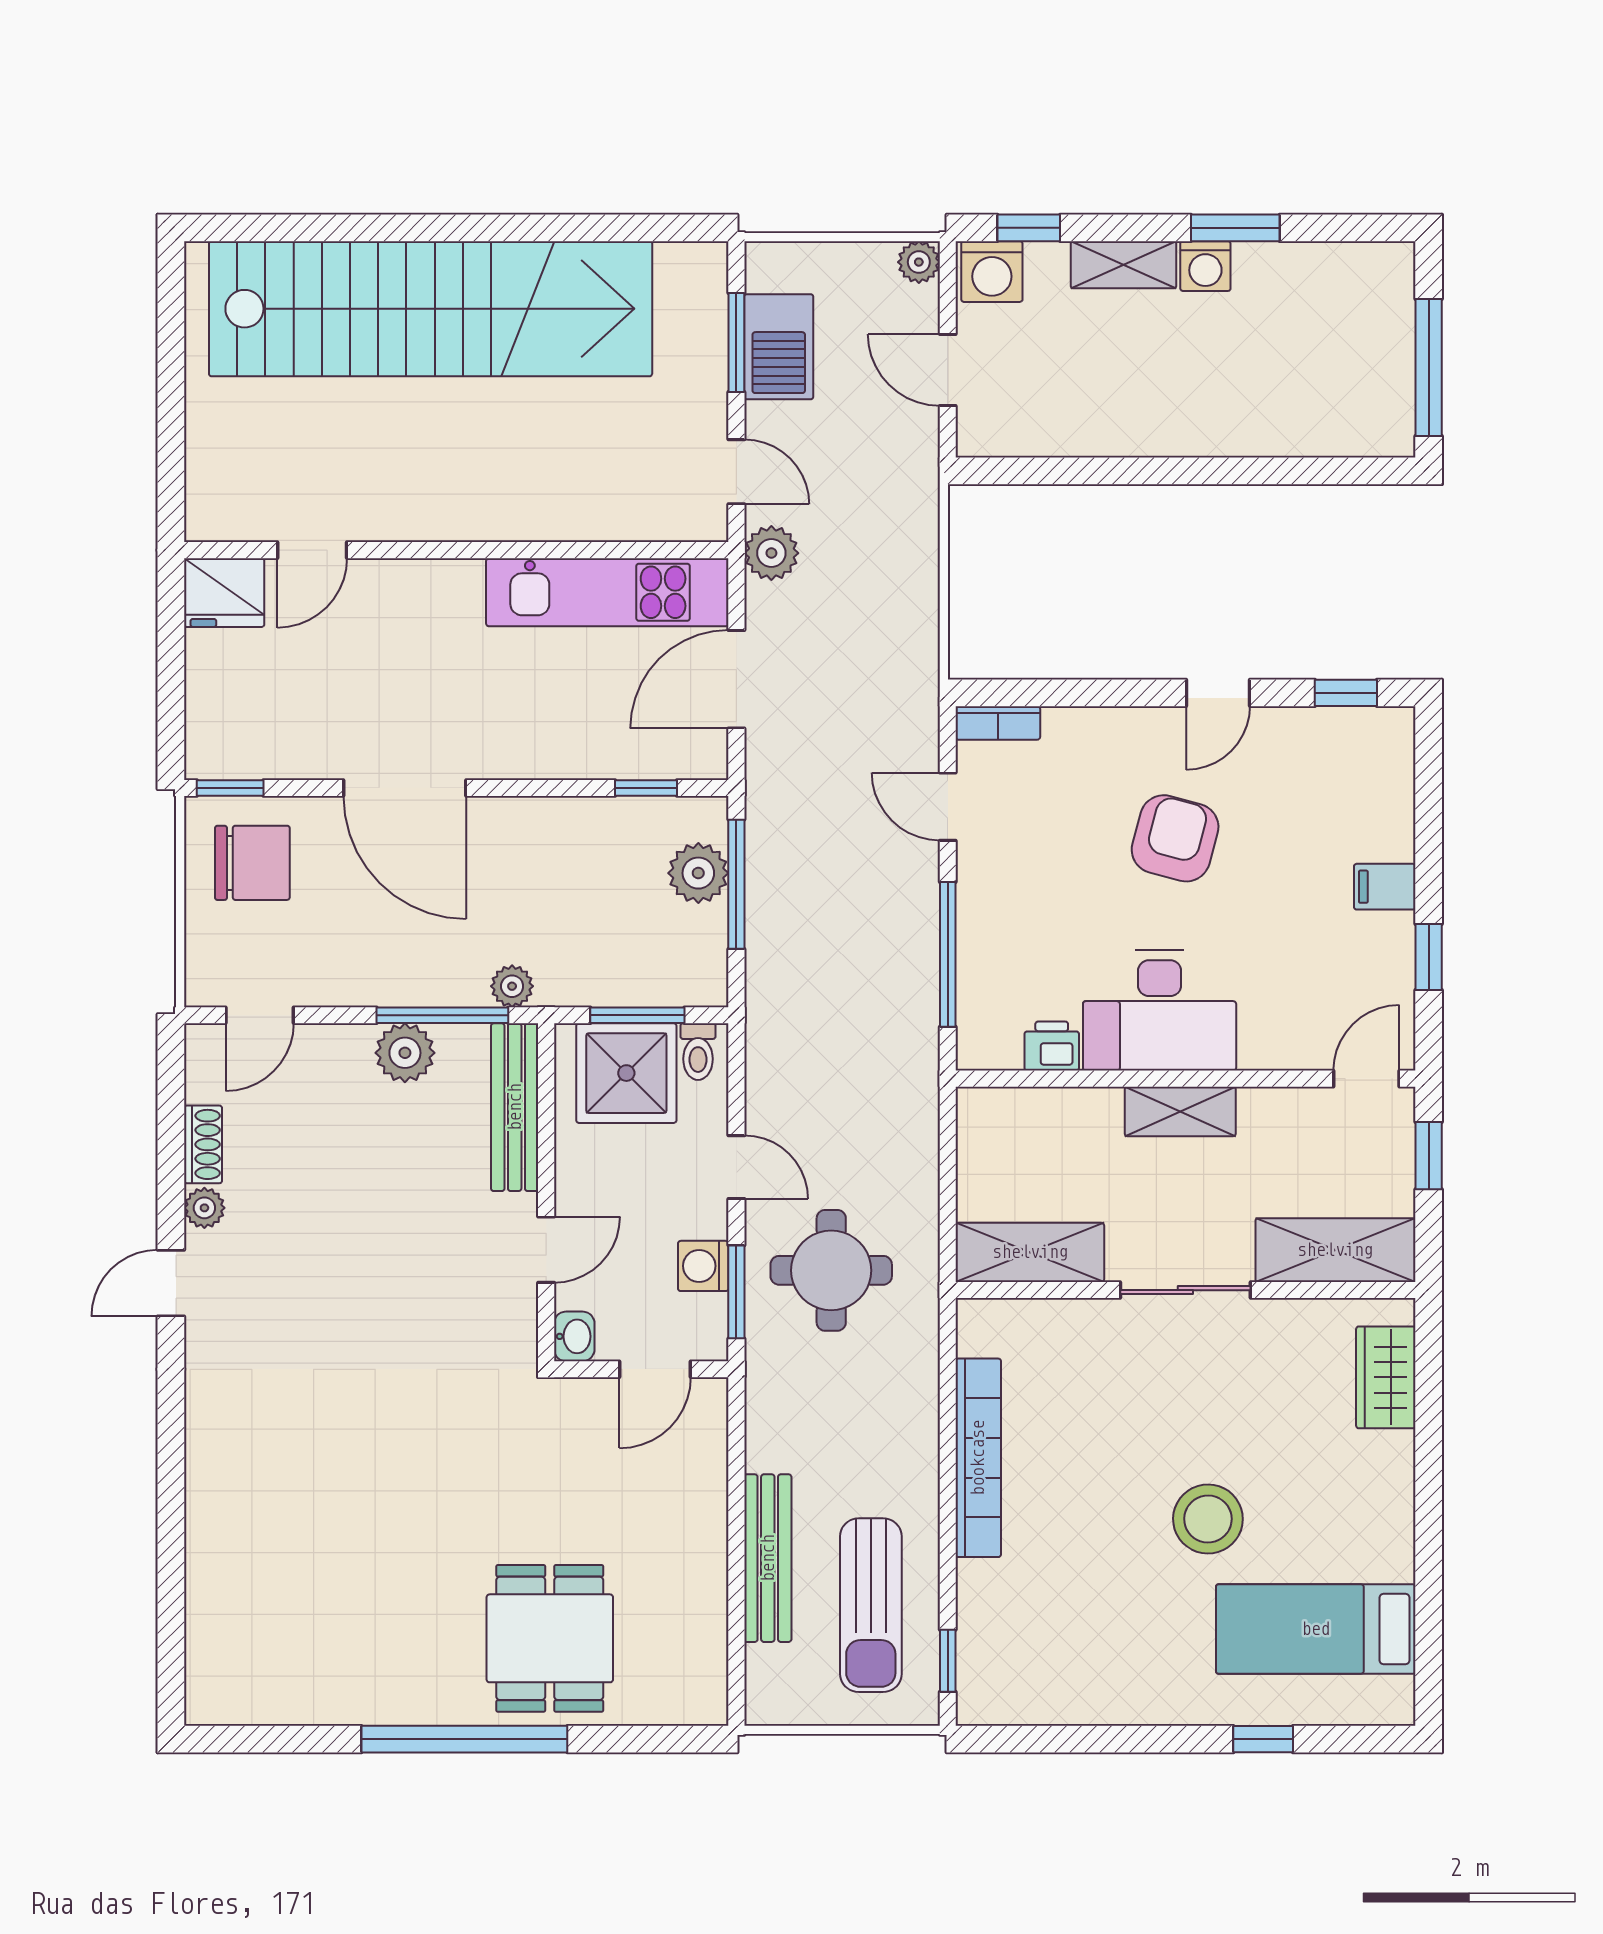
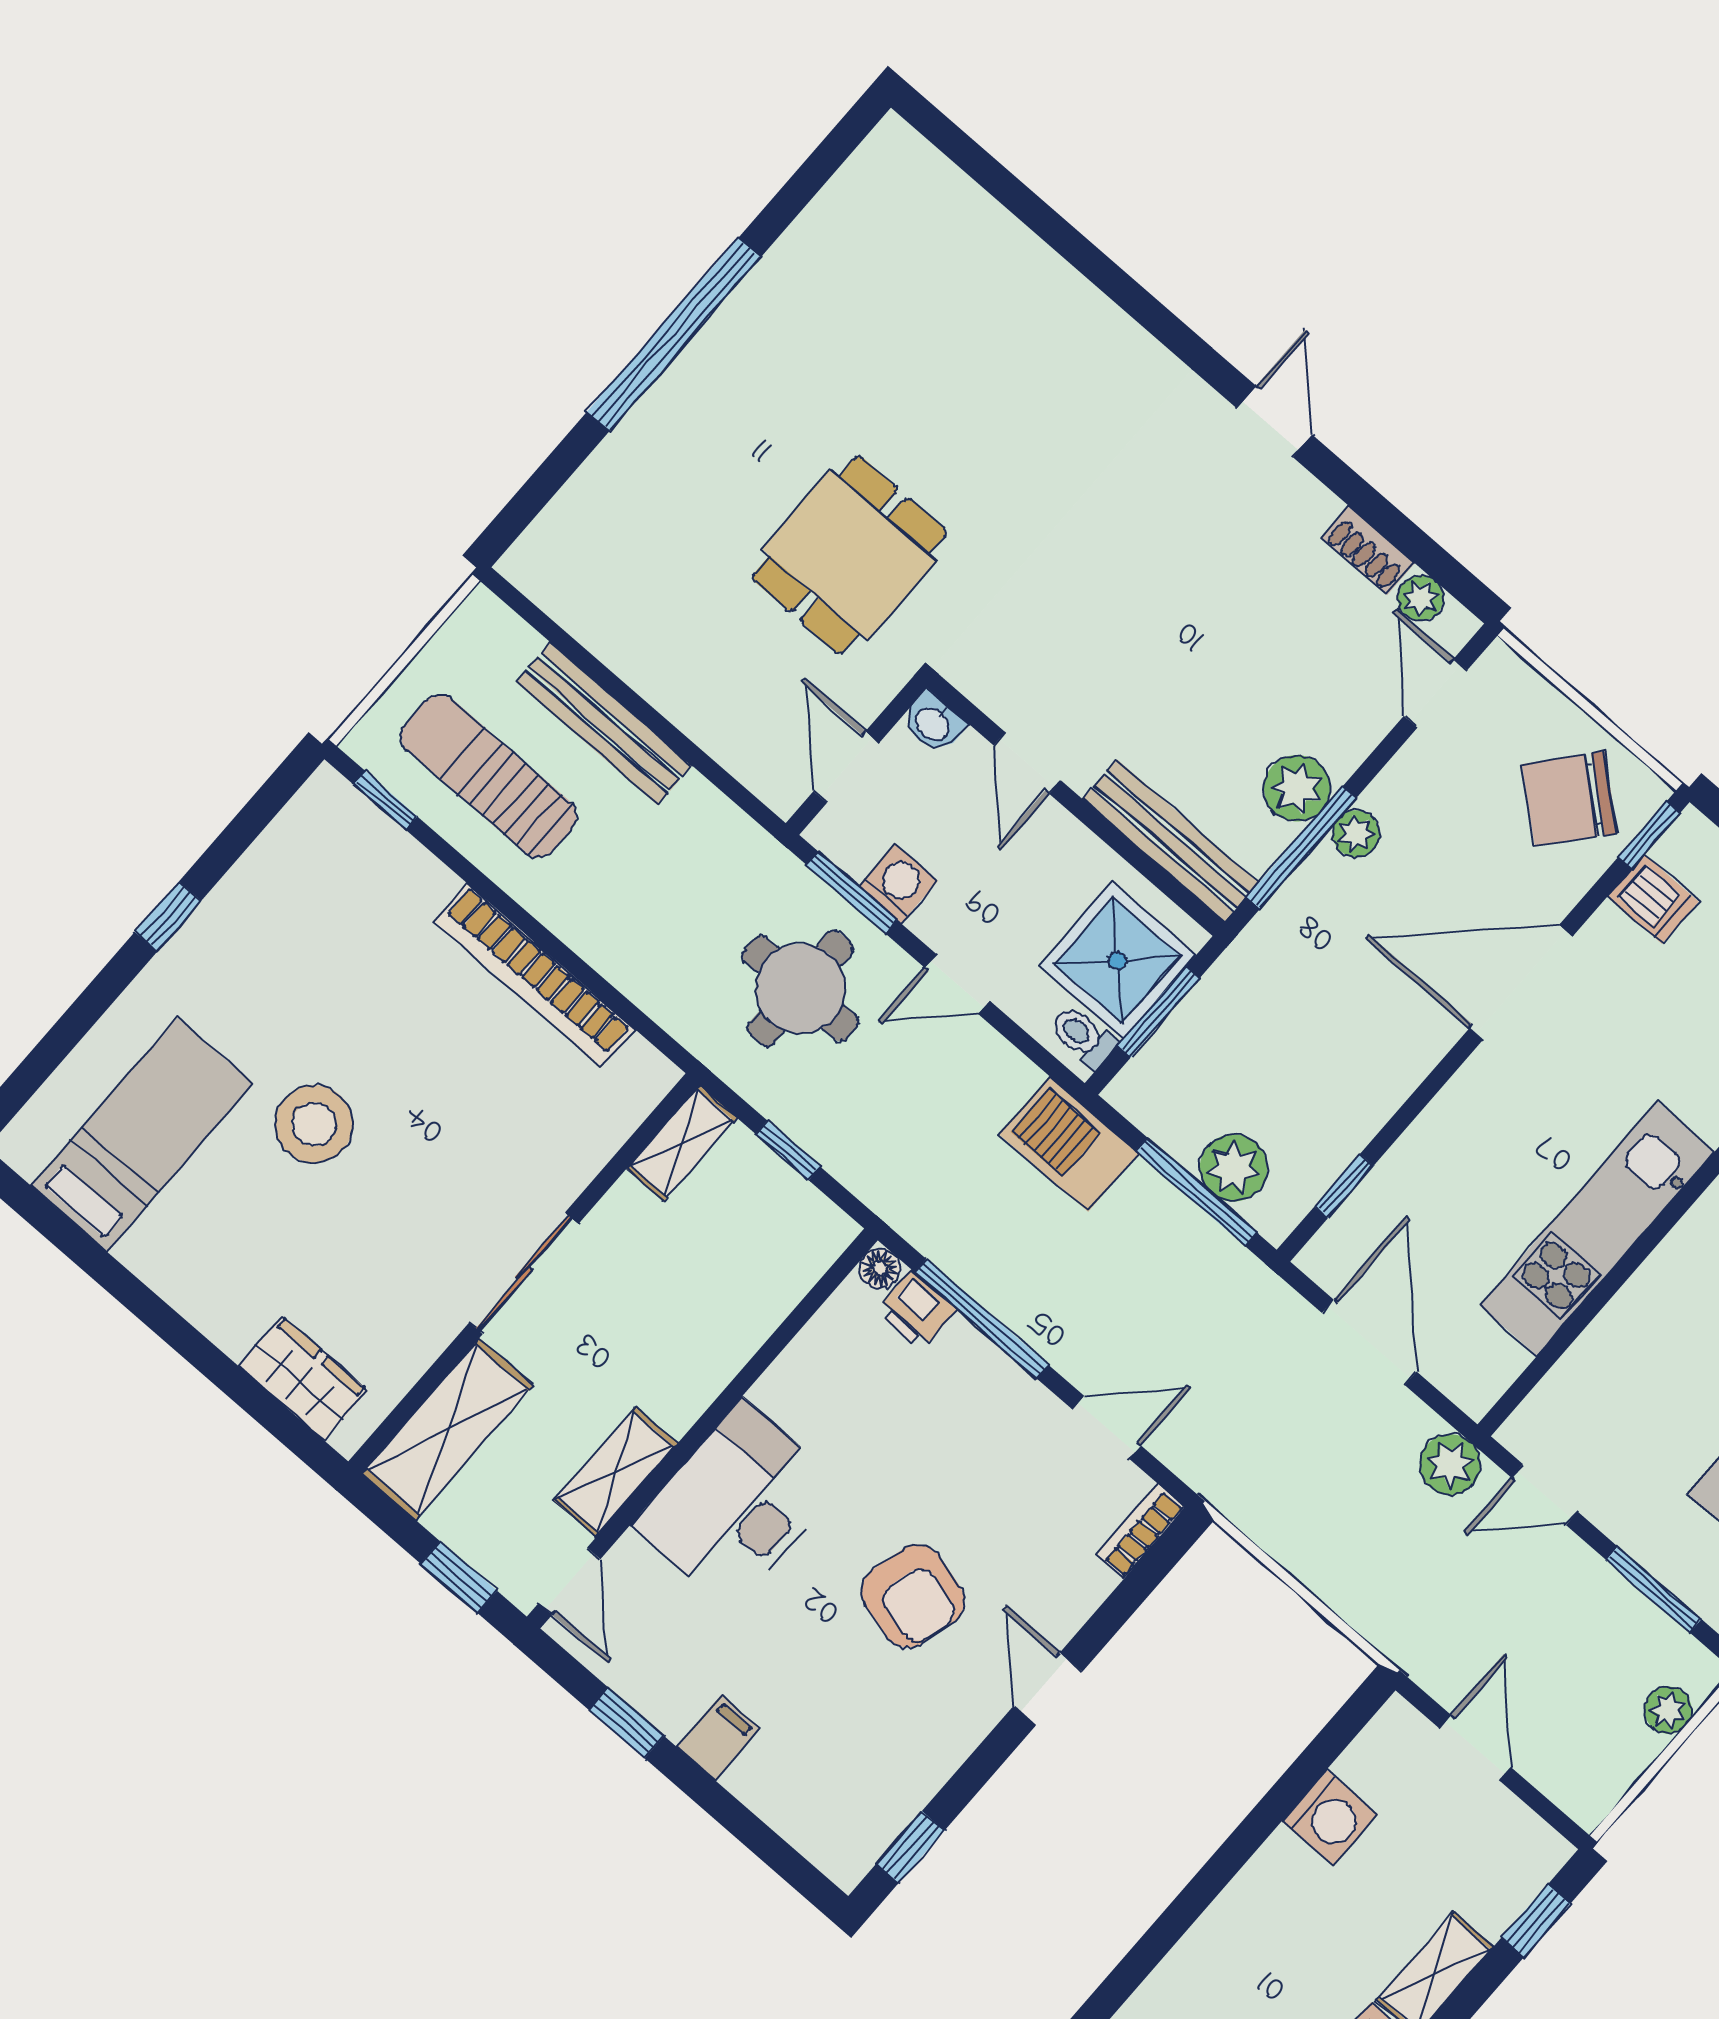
plant: (919, 262) -> (1668, 1710), moved
washing machine: (992, 272) -> (1330, 1818), moved, turned 180
barbecue: (779, 347) -> (1069, 1144), moved
door: (948, 370) -> (1475, 1748), hinge flipped
kitchen unit: (607, 592) -> (1597, 1229), moved
door: (1218, 693) -> (1048, 1689), moved
dishwasher: (271, 748) -> (1653, 899), added
chair: (252, 863) -> (1570, 799), turned 40
plant: (512, 986) -> (1356, 834), moved
desk: (1160, 1011) -> (737, 1505), moved
printer: (1052, 1046) -> (916, 1310), moved, turned 90
floor lamp: (974, 1053) -> (880, 1268), added
shelving: (1180, 1111) -> (616, 1472), moved
window: (948, 1184) -> (788, 1150), added
plant: (204, 1208) -> (1421, 598), moved
shelving: (1030, 1252) -> (682, 1143), width x0.67, depth x0.75
dining table: (550, 1638) -> (849, 555), moved, turned 90
window: (1263, 1739) -> (168, 916), moved

